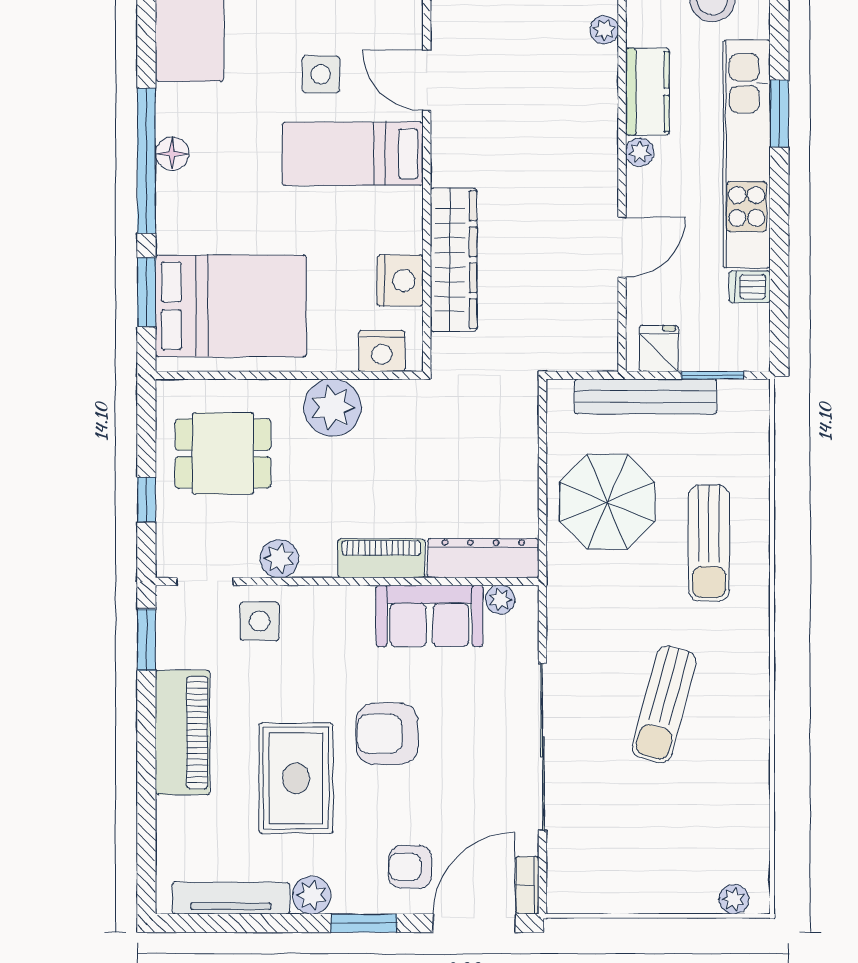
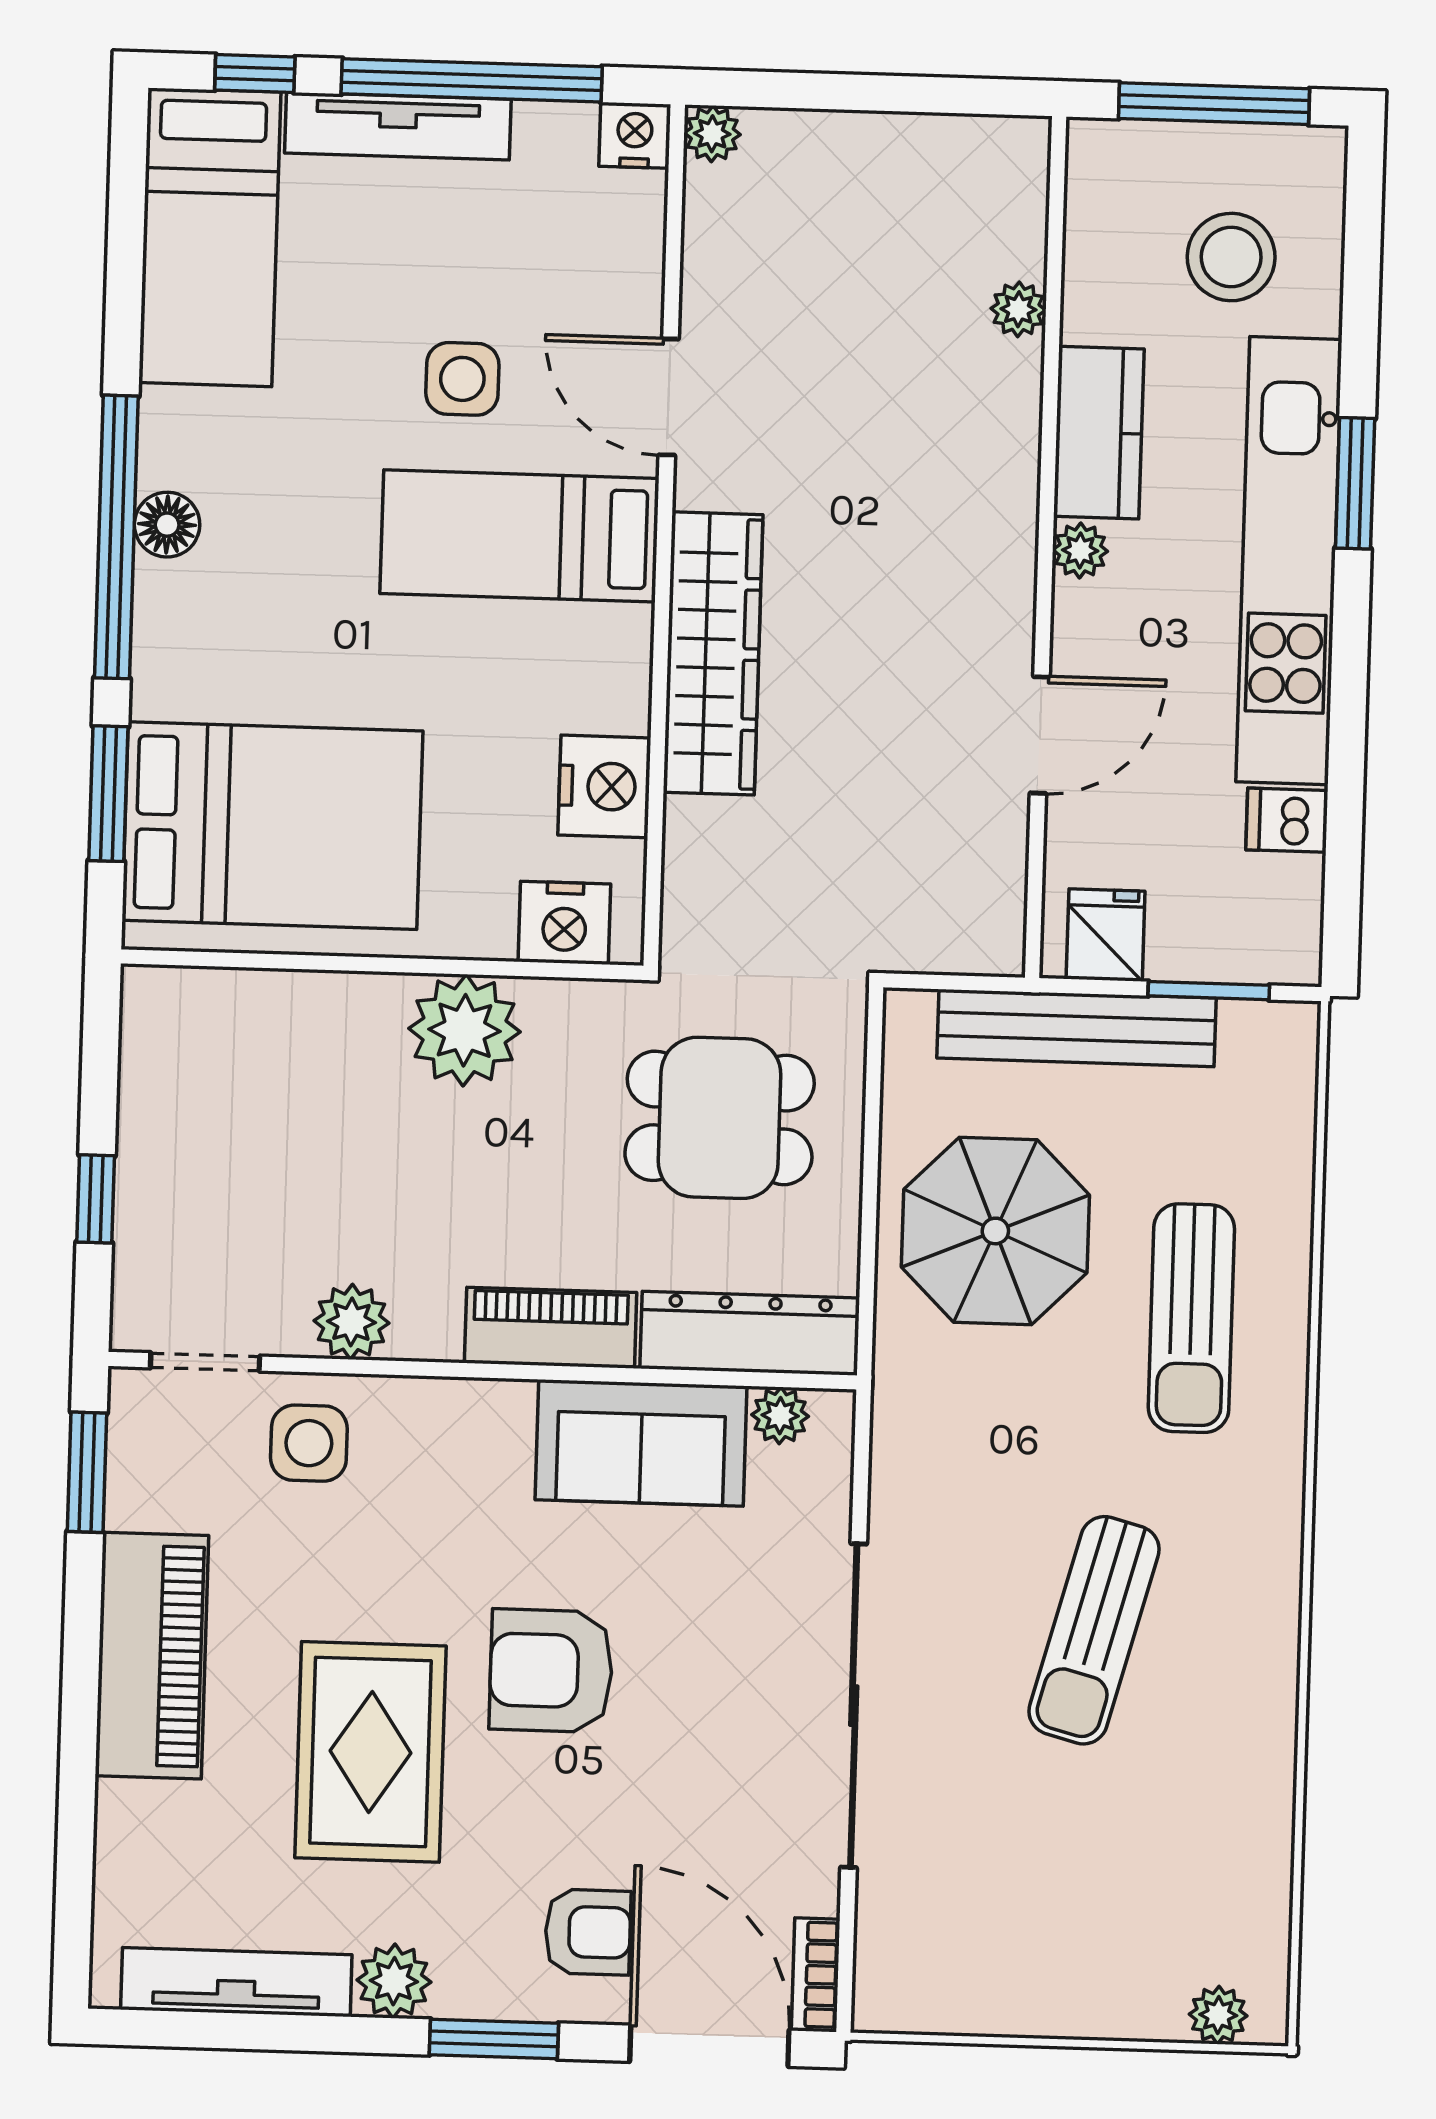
wardrobe: (454, 260) -> (713, 653), moved
dining table: (223, 453) -> (720, 1118), moved
armchair: (410, 867) -> (588, 1932), turned 180
door: (474, 923) -> (709, 2046), hinge flipped

